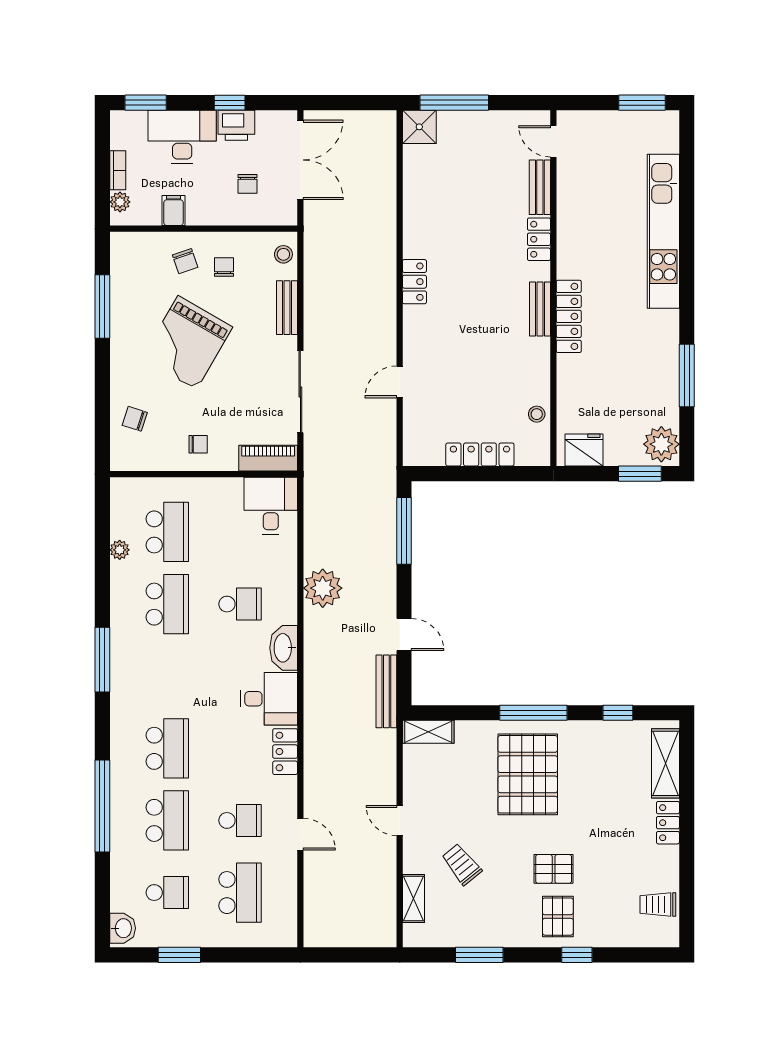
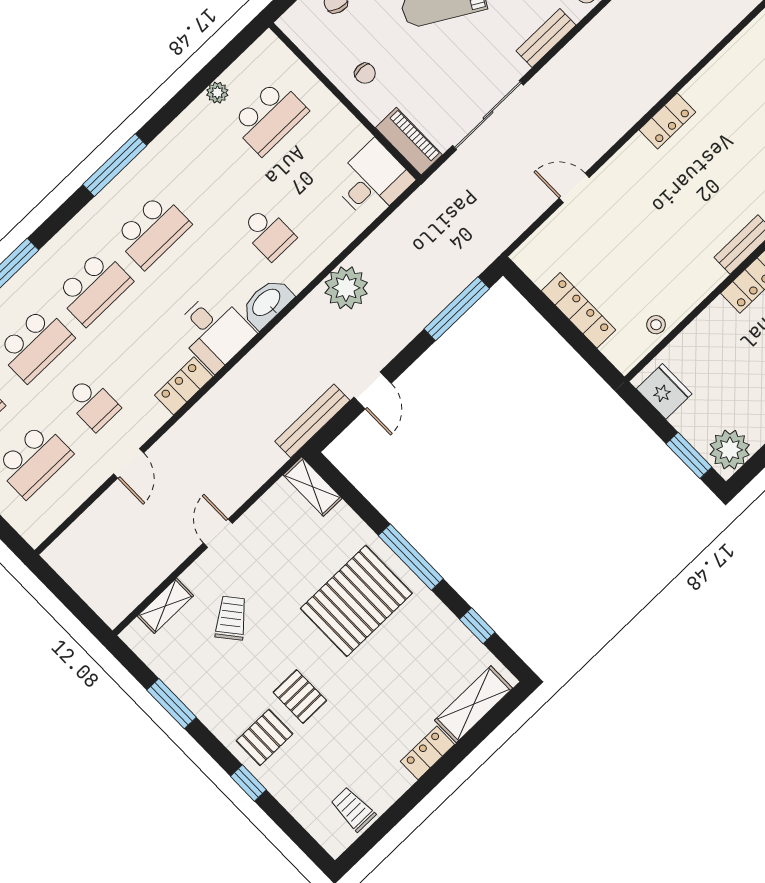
school desk: (167, 604) -> (152, 231), moved

